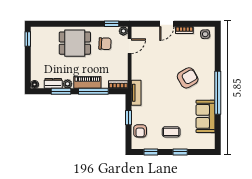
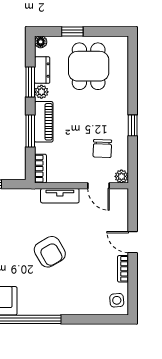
window: (112, 24) -> (133, 125), moved
window: (28, 39) -> (72, 31), moved
dining table: (75, 43) -> (89, 66), moved
armchair: (188, 78) -> (50, 252), moved
window: (93, 91) -> (30, 131), width x0.69
tv unit: (136, 93) -> (60, 196), moved

